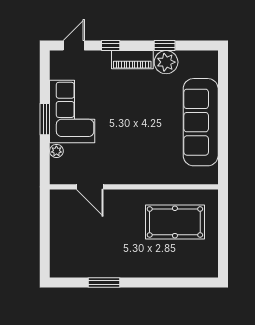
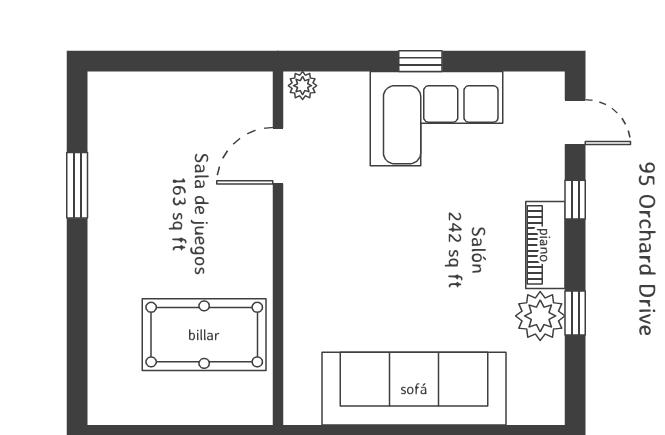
window: (45, 119) -> (420, 61), width x0.67
plant: (56, 151) -> (303, 86), moved
pool table: (175, 222) -> (204, 335), turned 90

